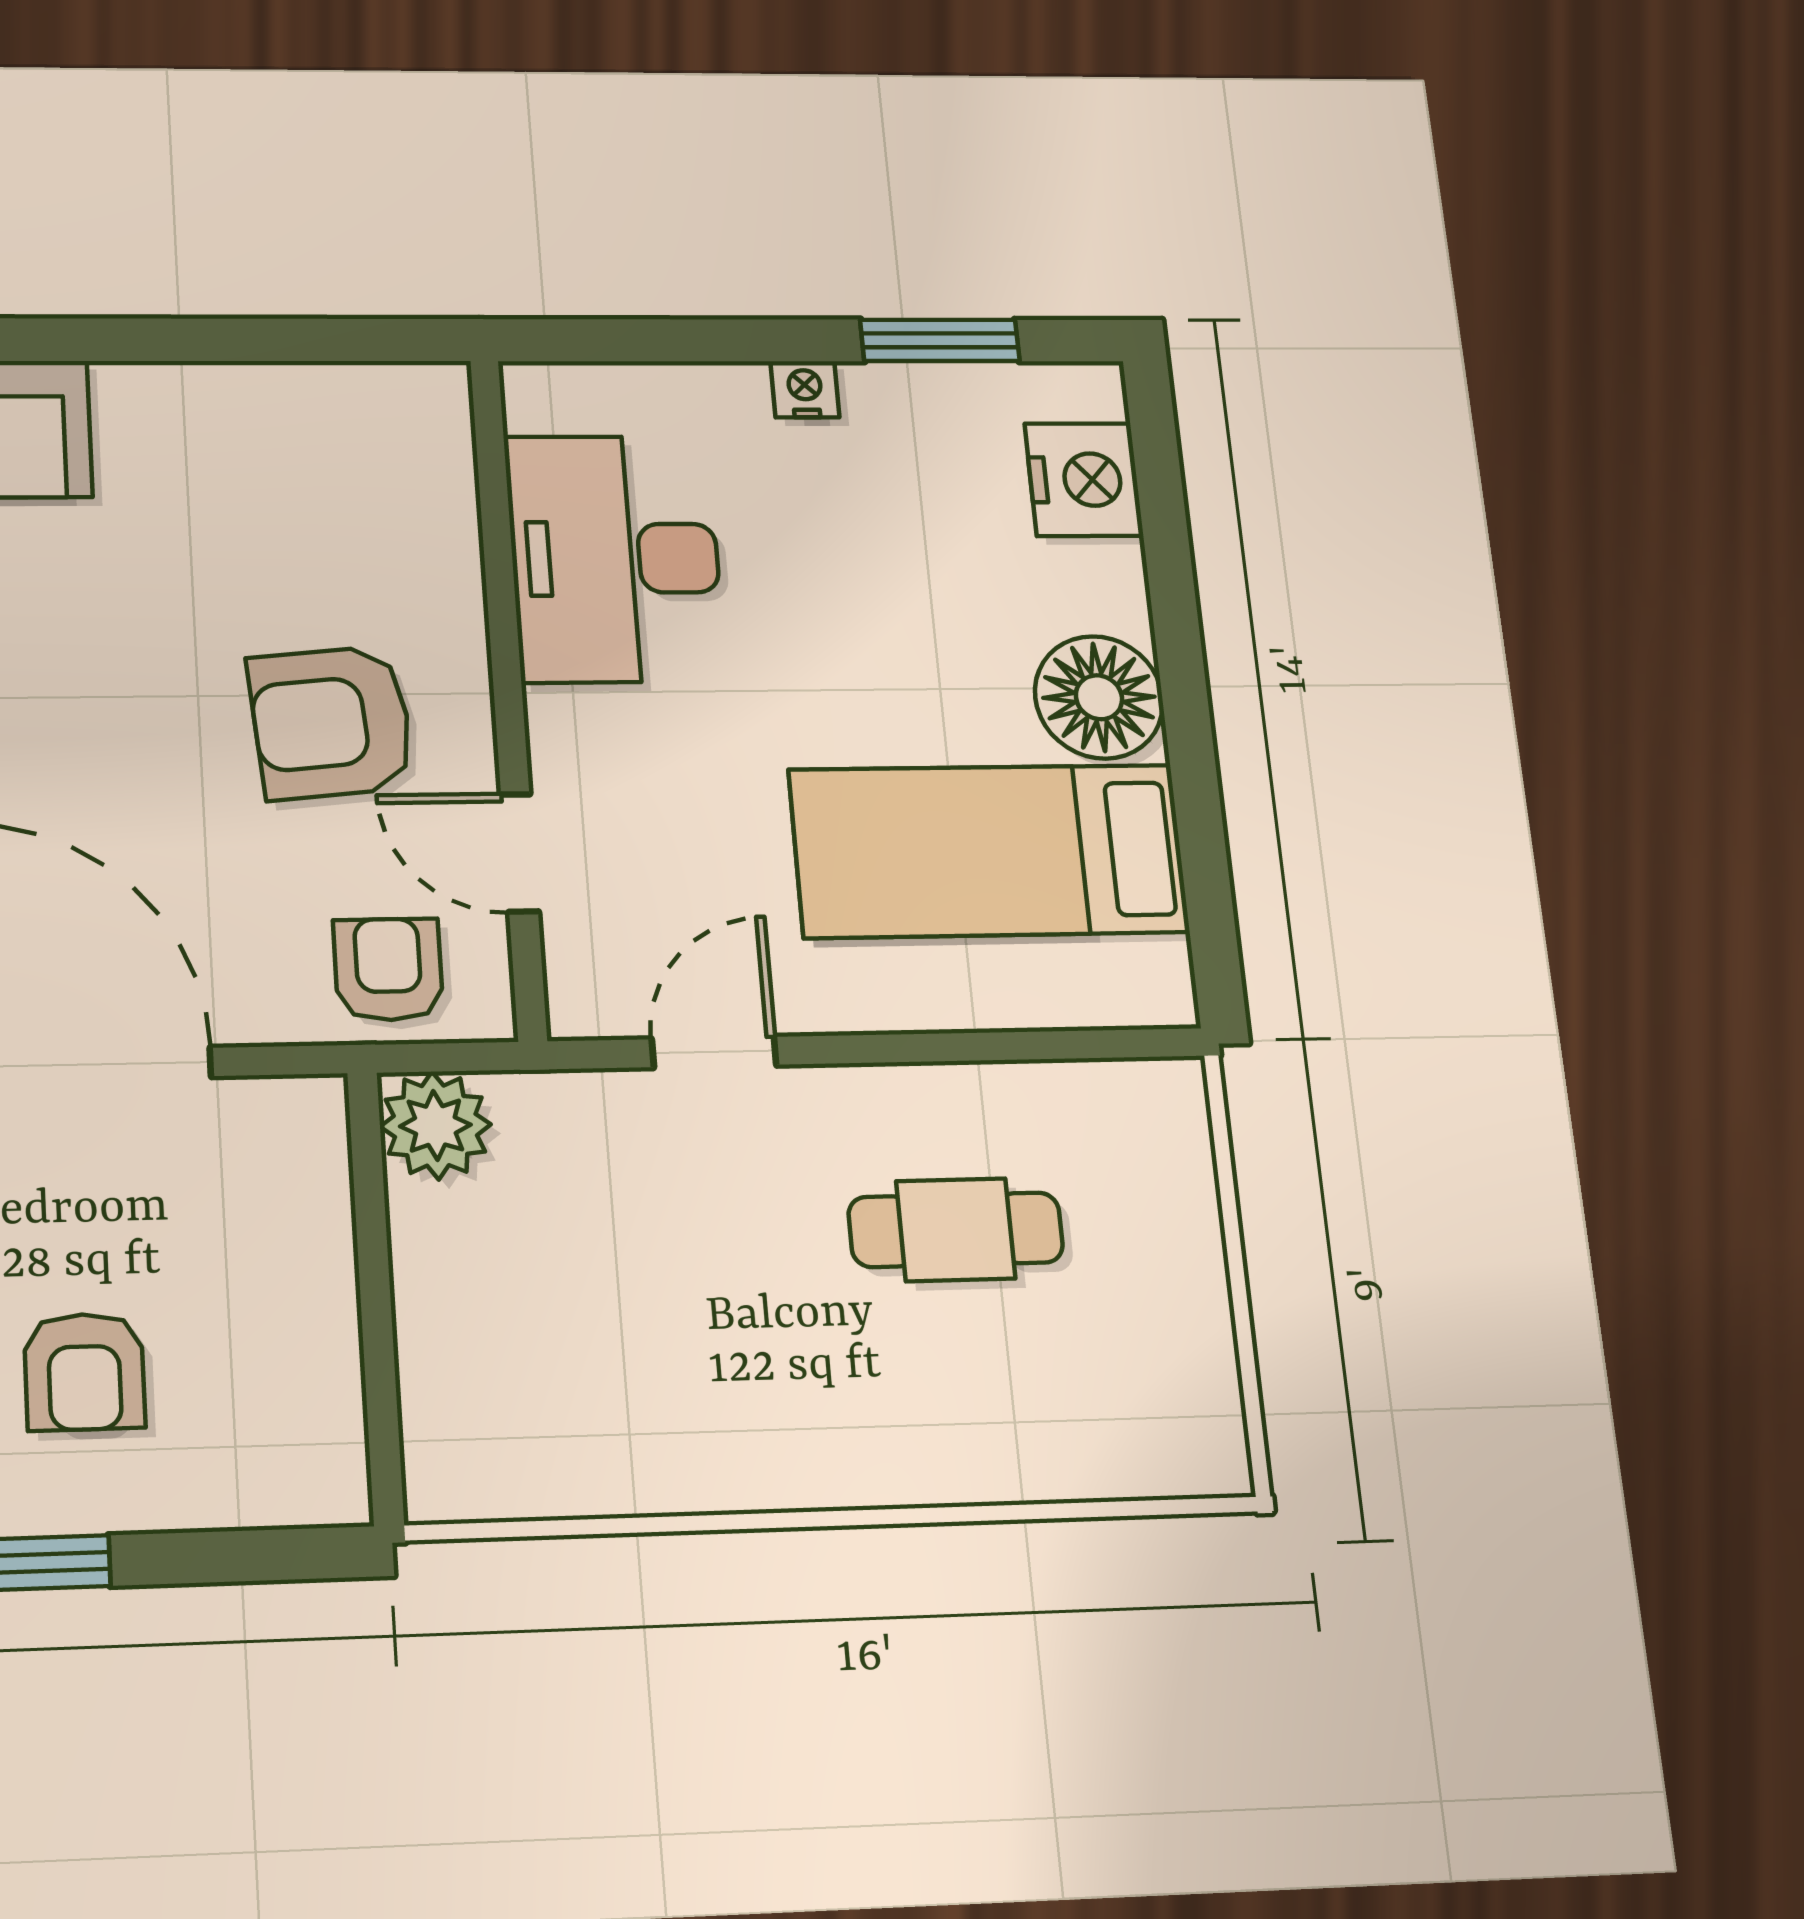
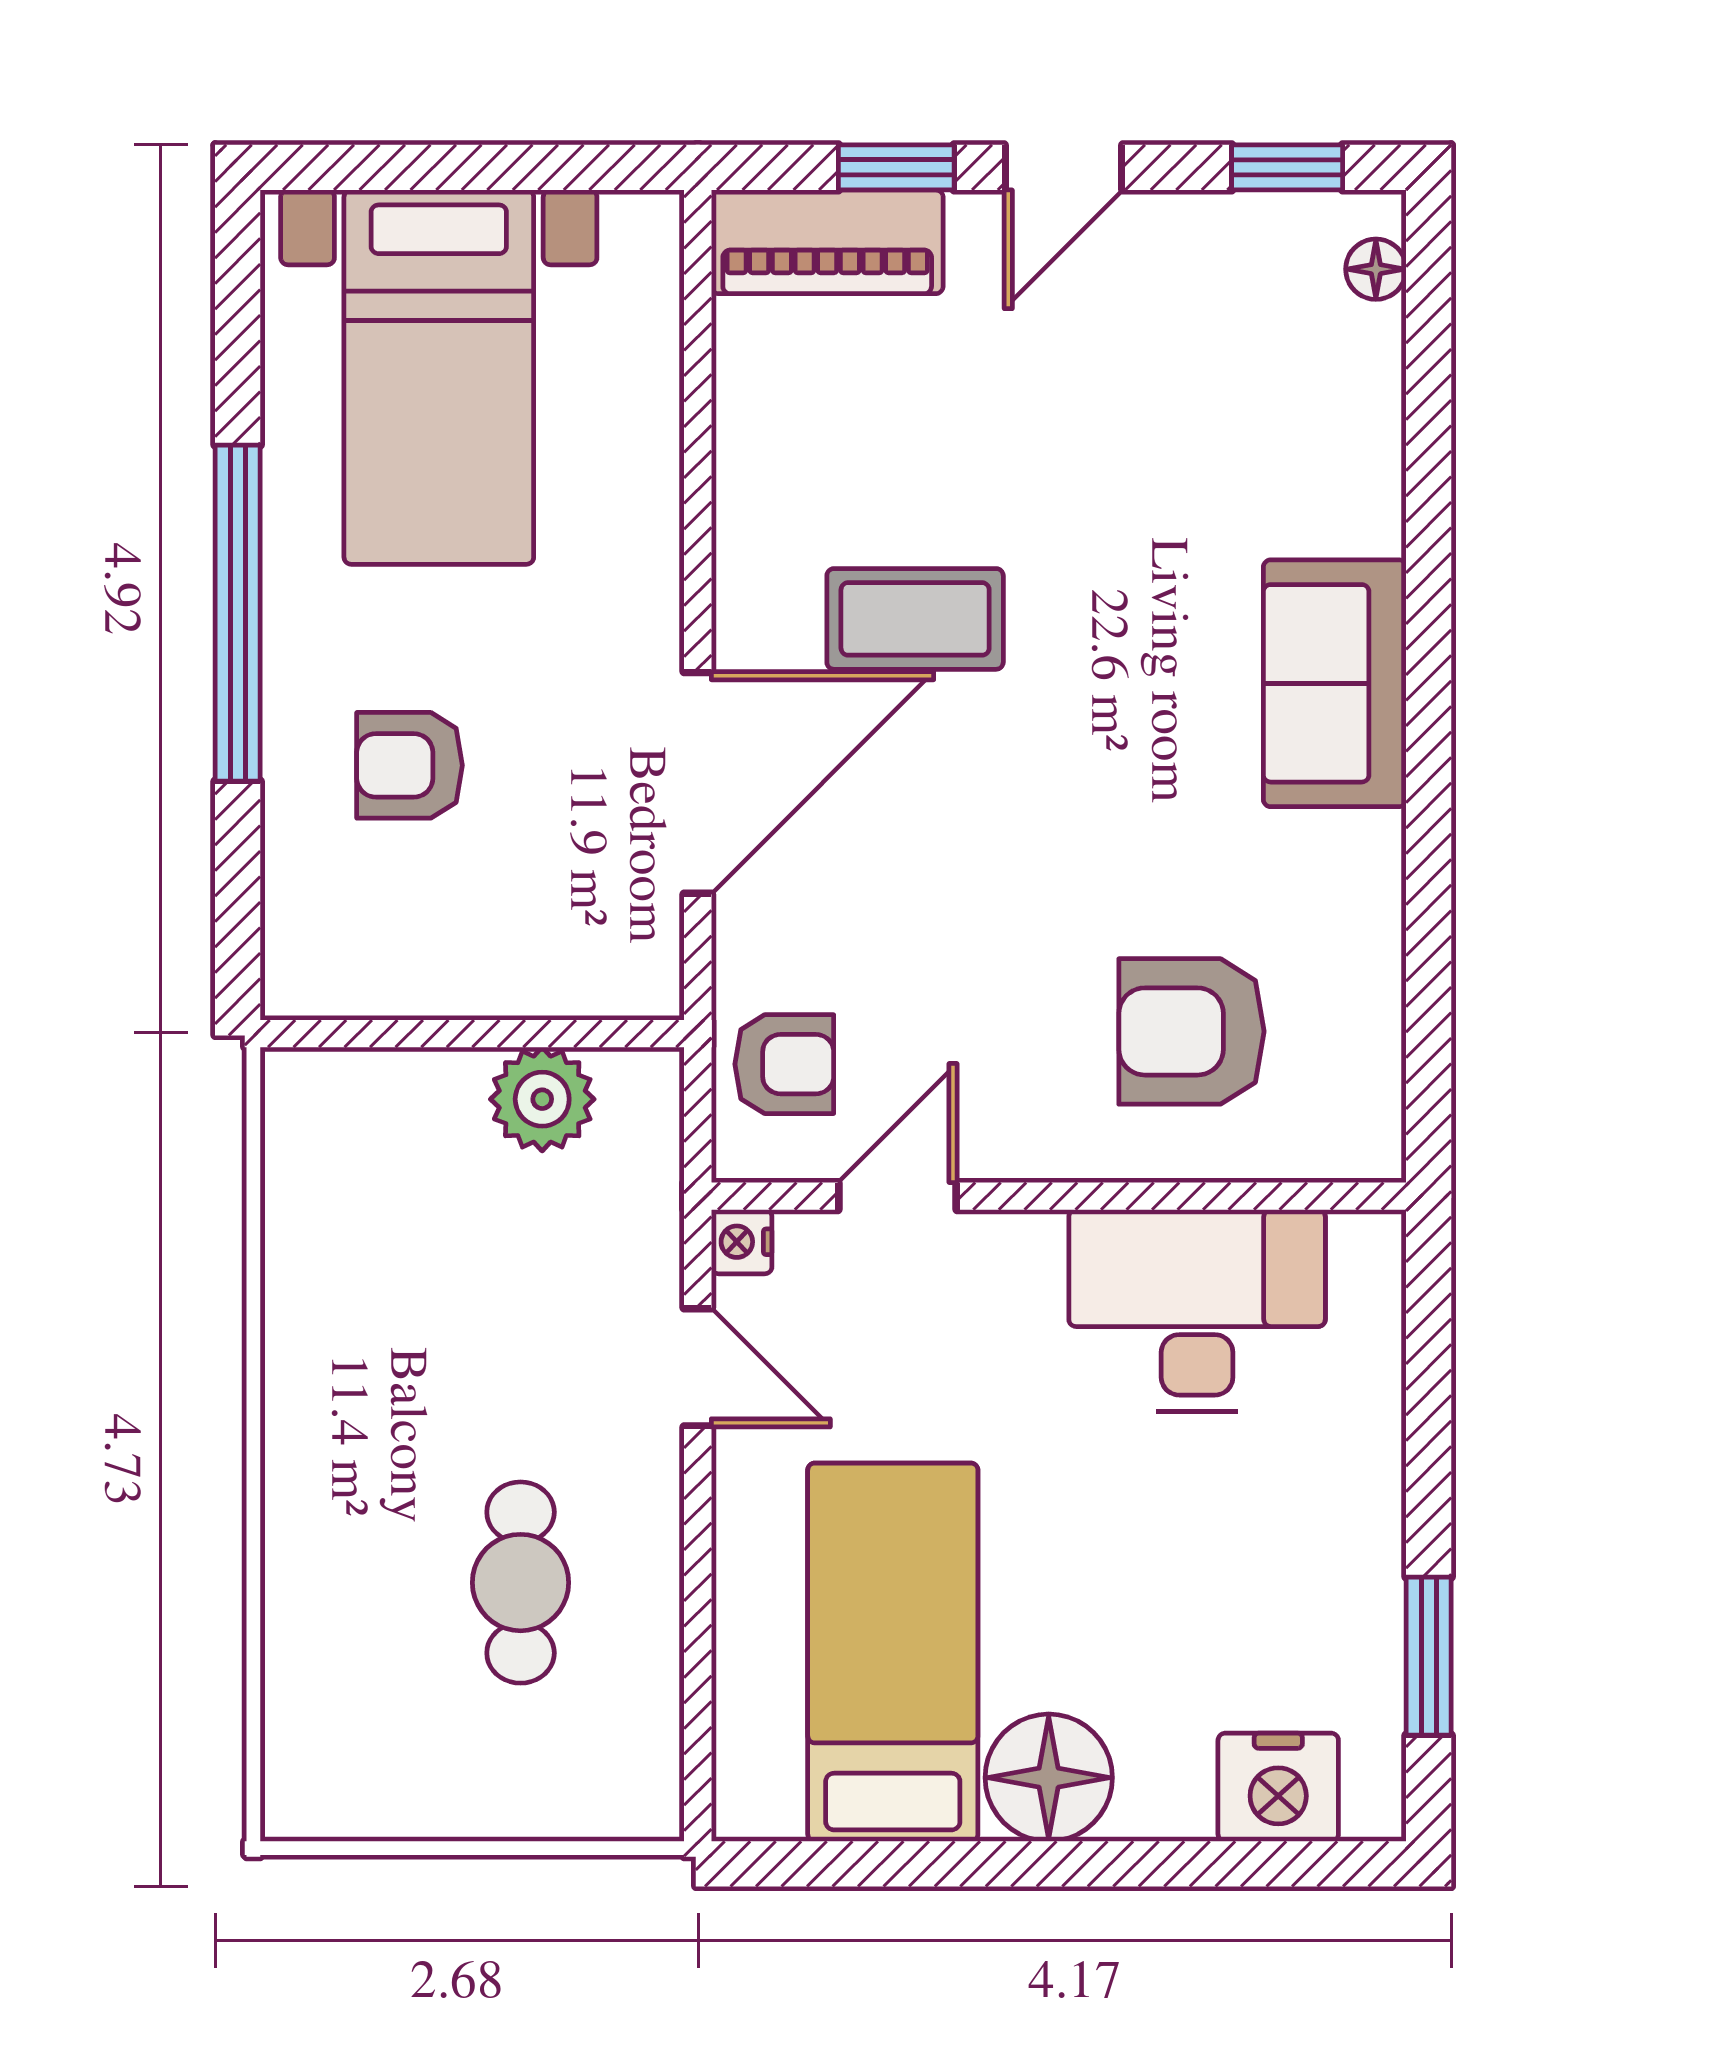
nightstand: (805, 389) -> (742, 1242), moved, turned 180
armchair: (331, 722) -> (1191, 1031), moved, turned -85
plant: (435, 1126) -> (542, 1099), moved

